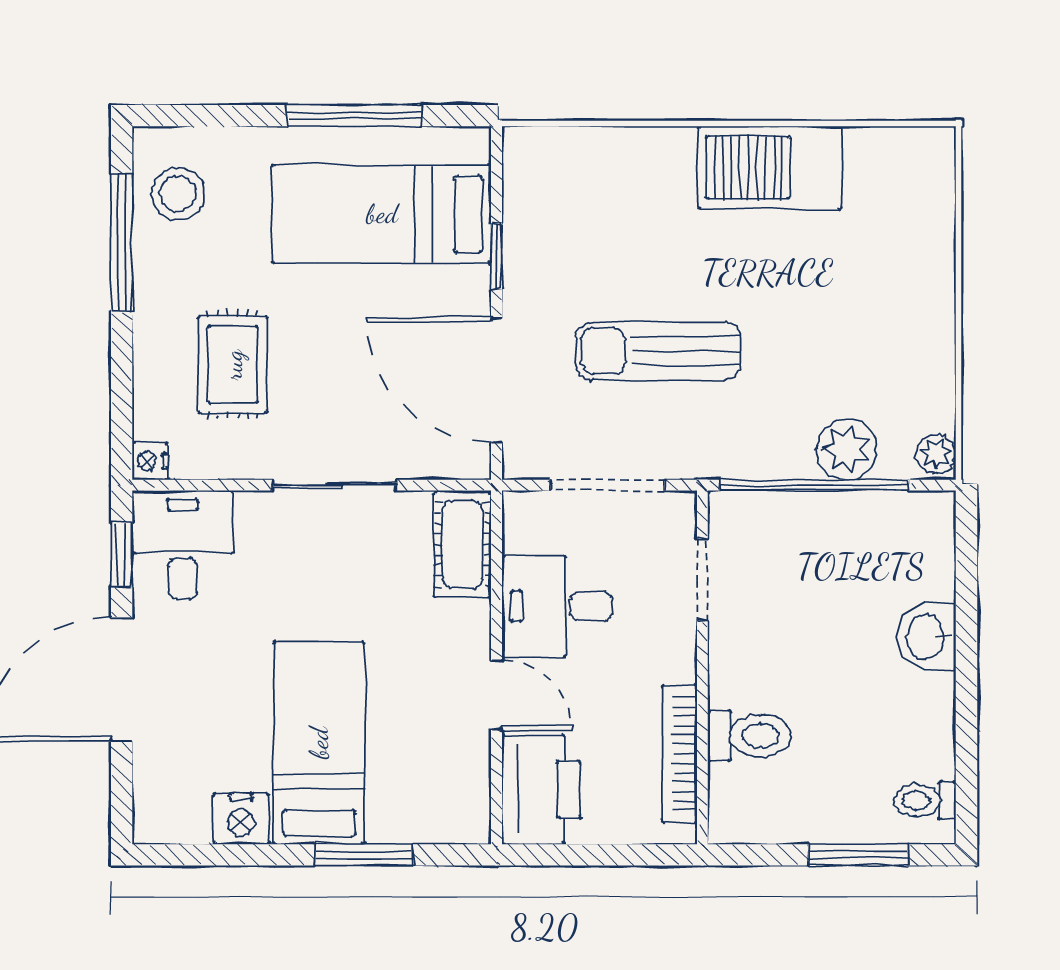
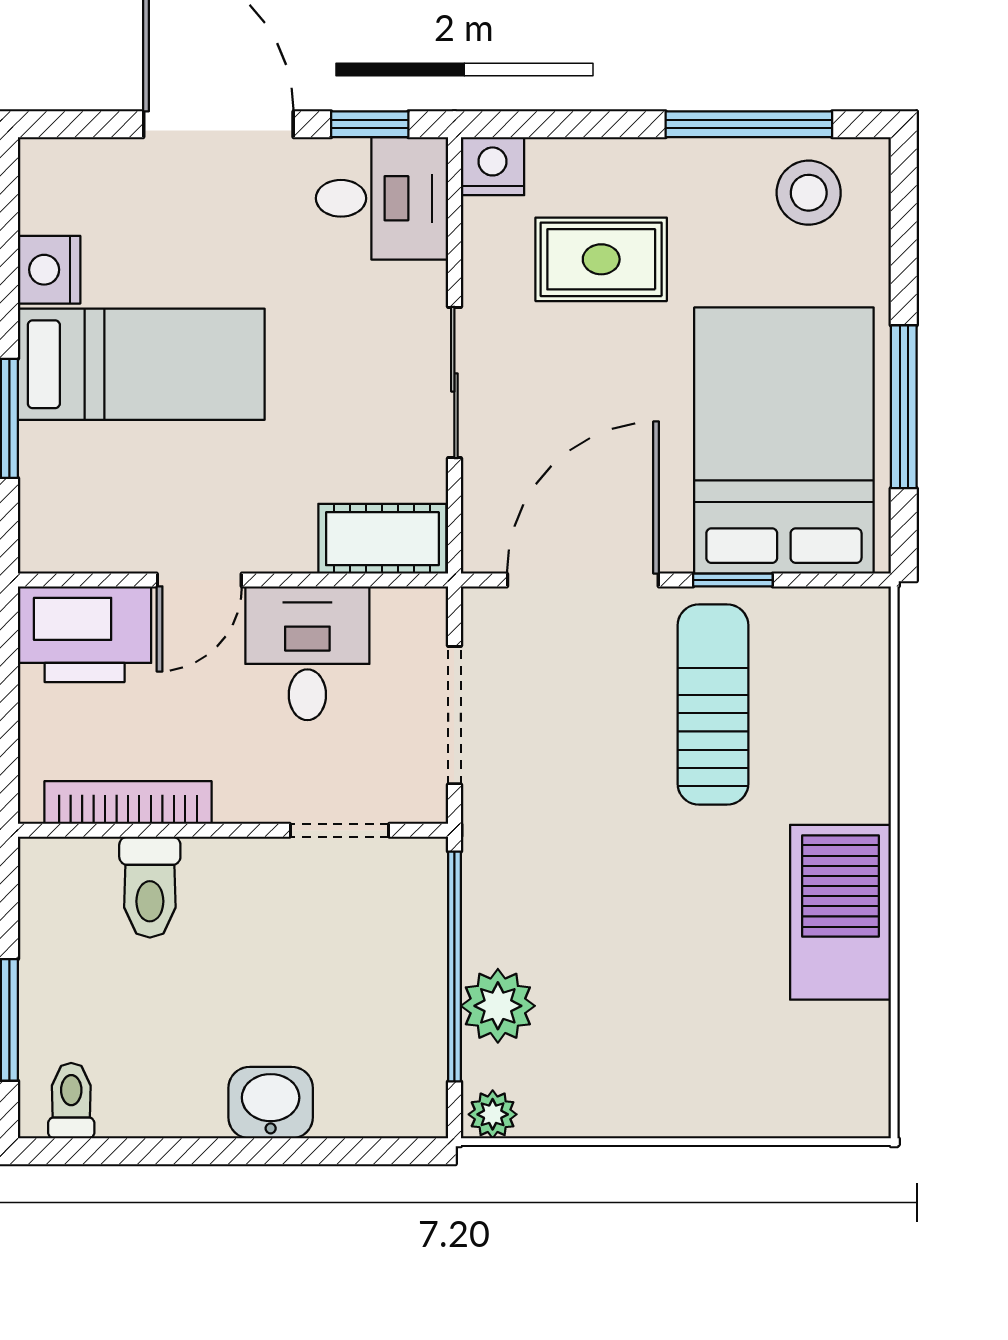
bed: (382, 214) -> (784, 440), width x1.50
sun lounger: (658, 351) -> (713, 704), moved
nightstand: (150, 461) -> (493, 166), width x1.39, depth x1.35

